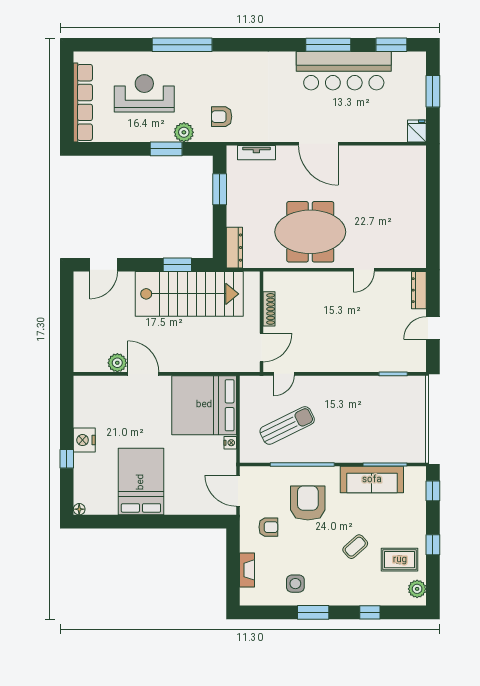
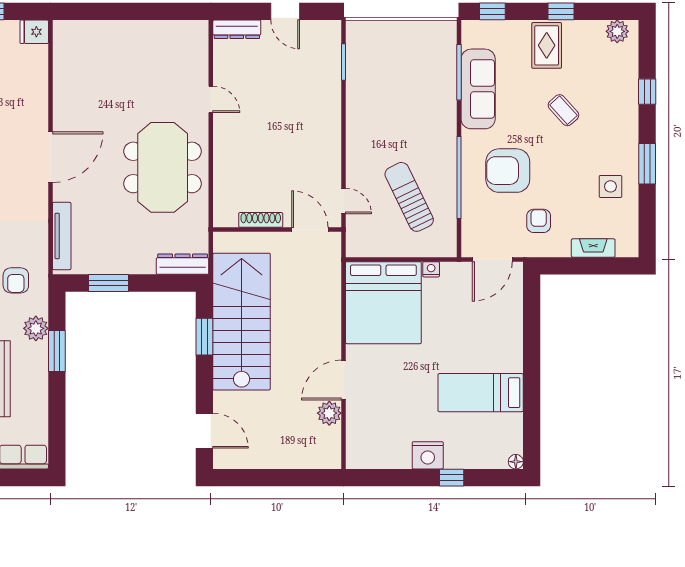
tv unit: (256, 153) -> (62, 236), width x1.41
bed: (141, 482) -> (481, 393), width x0.67
rug: (400, 560) -> (547, 45), moved

